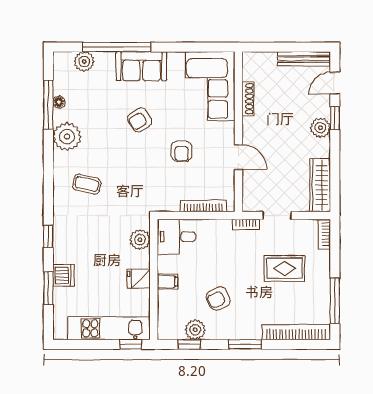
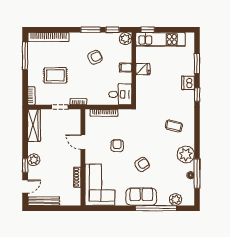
plant: (140, 240) -> (142, 93), removed
dishwasher: (63, 275) -> (188, 83), moved
plant: (195, 330) -> (126, 39), moved
window: (245, 344) -> (91, 30), moved

